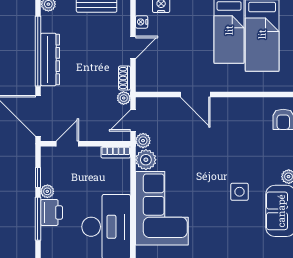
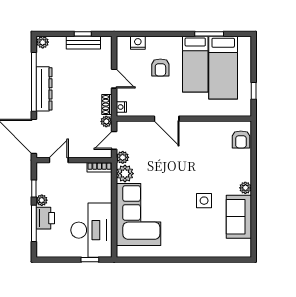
nightstand: (142, 22) -> (121, 107), moved
armchair: (188, 34) -> (160, 67), added
door: (133, 47) -> (114, 79), hinge flipped

